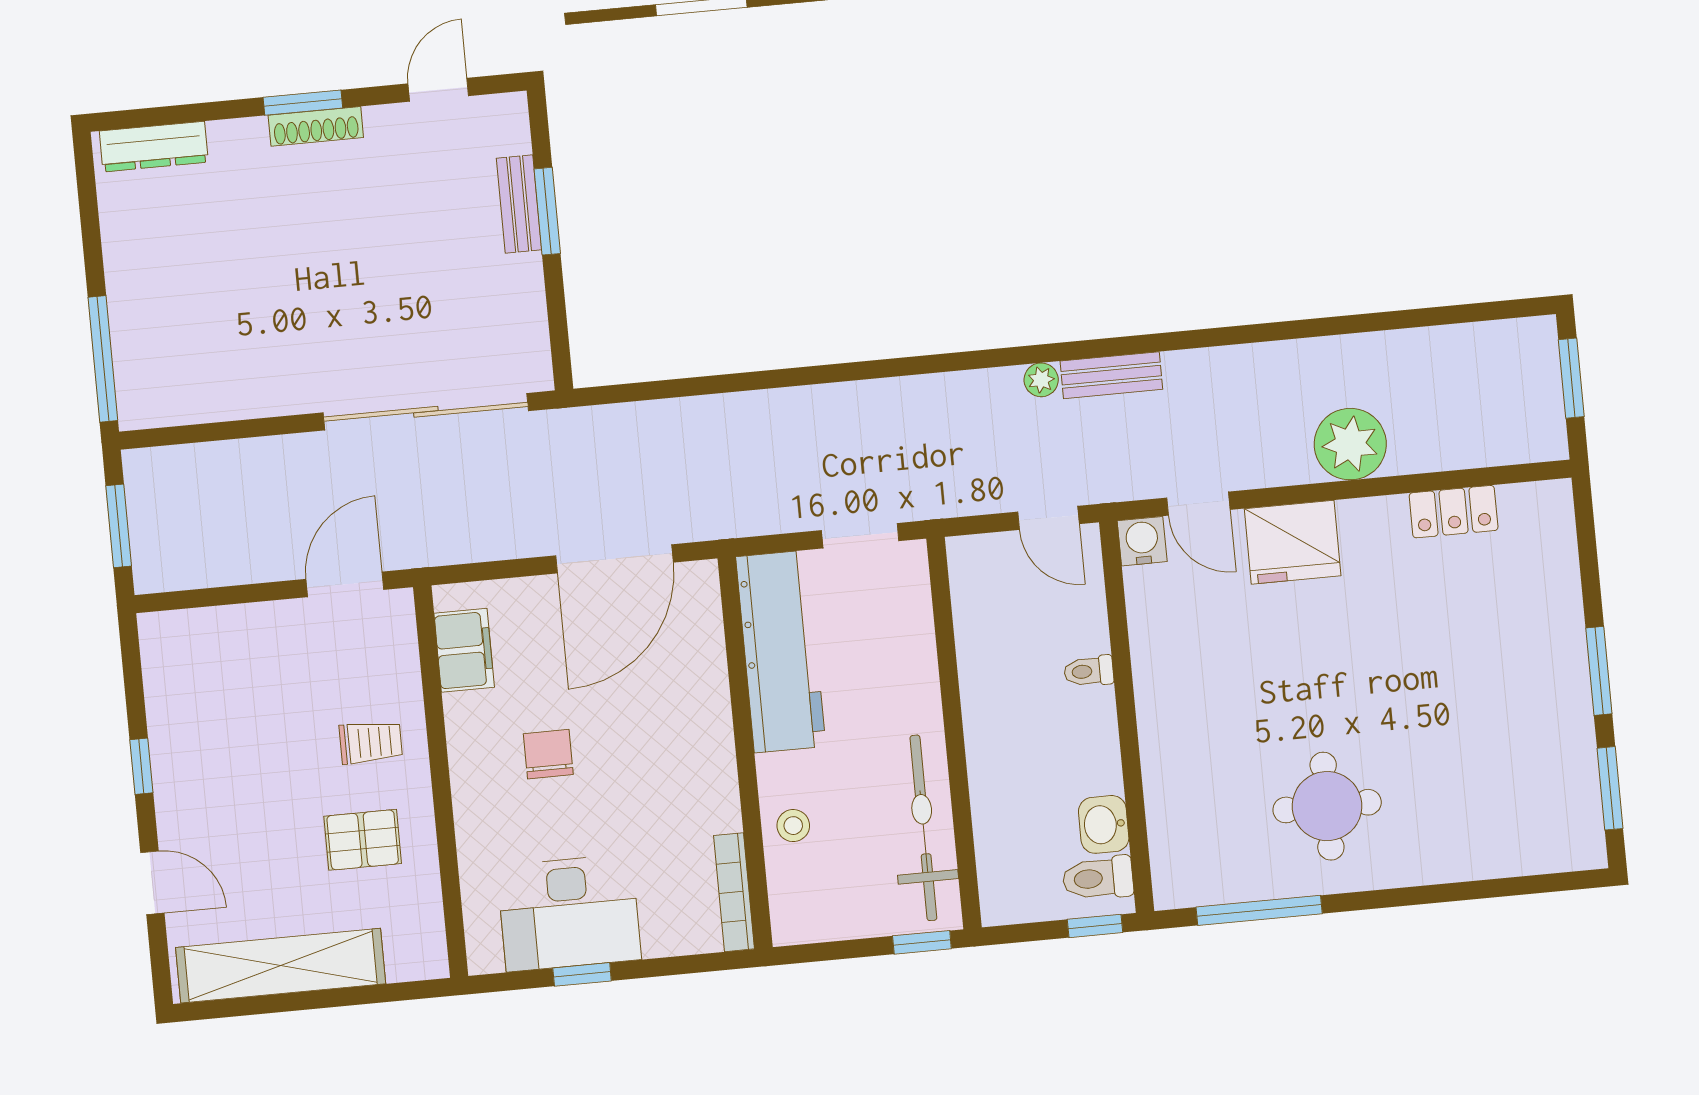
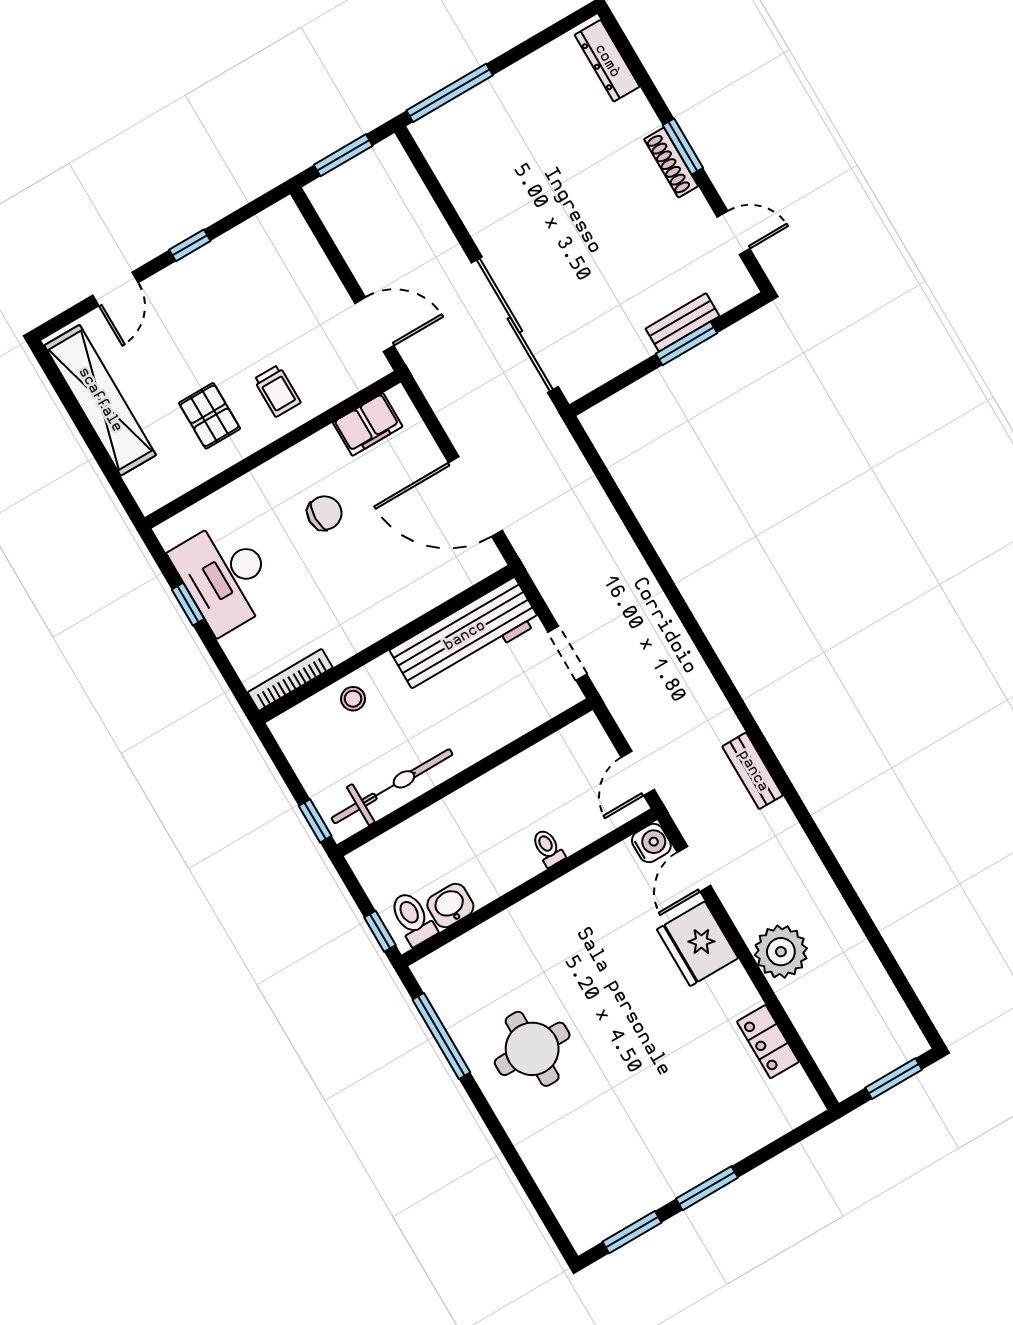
plant: (1041, 380) -> (728, 725), removed

